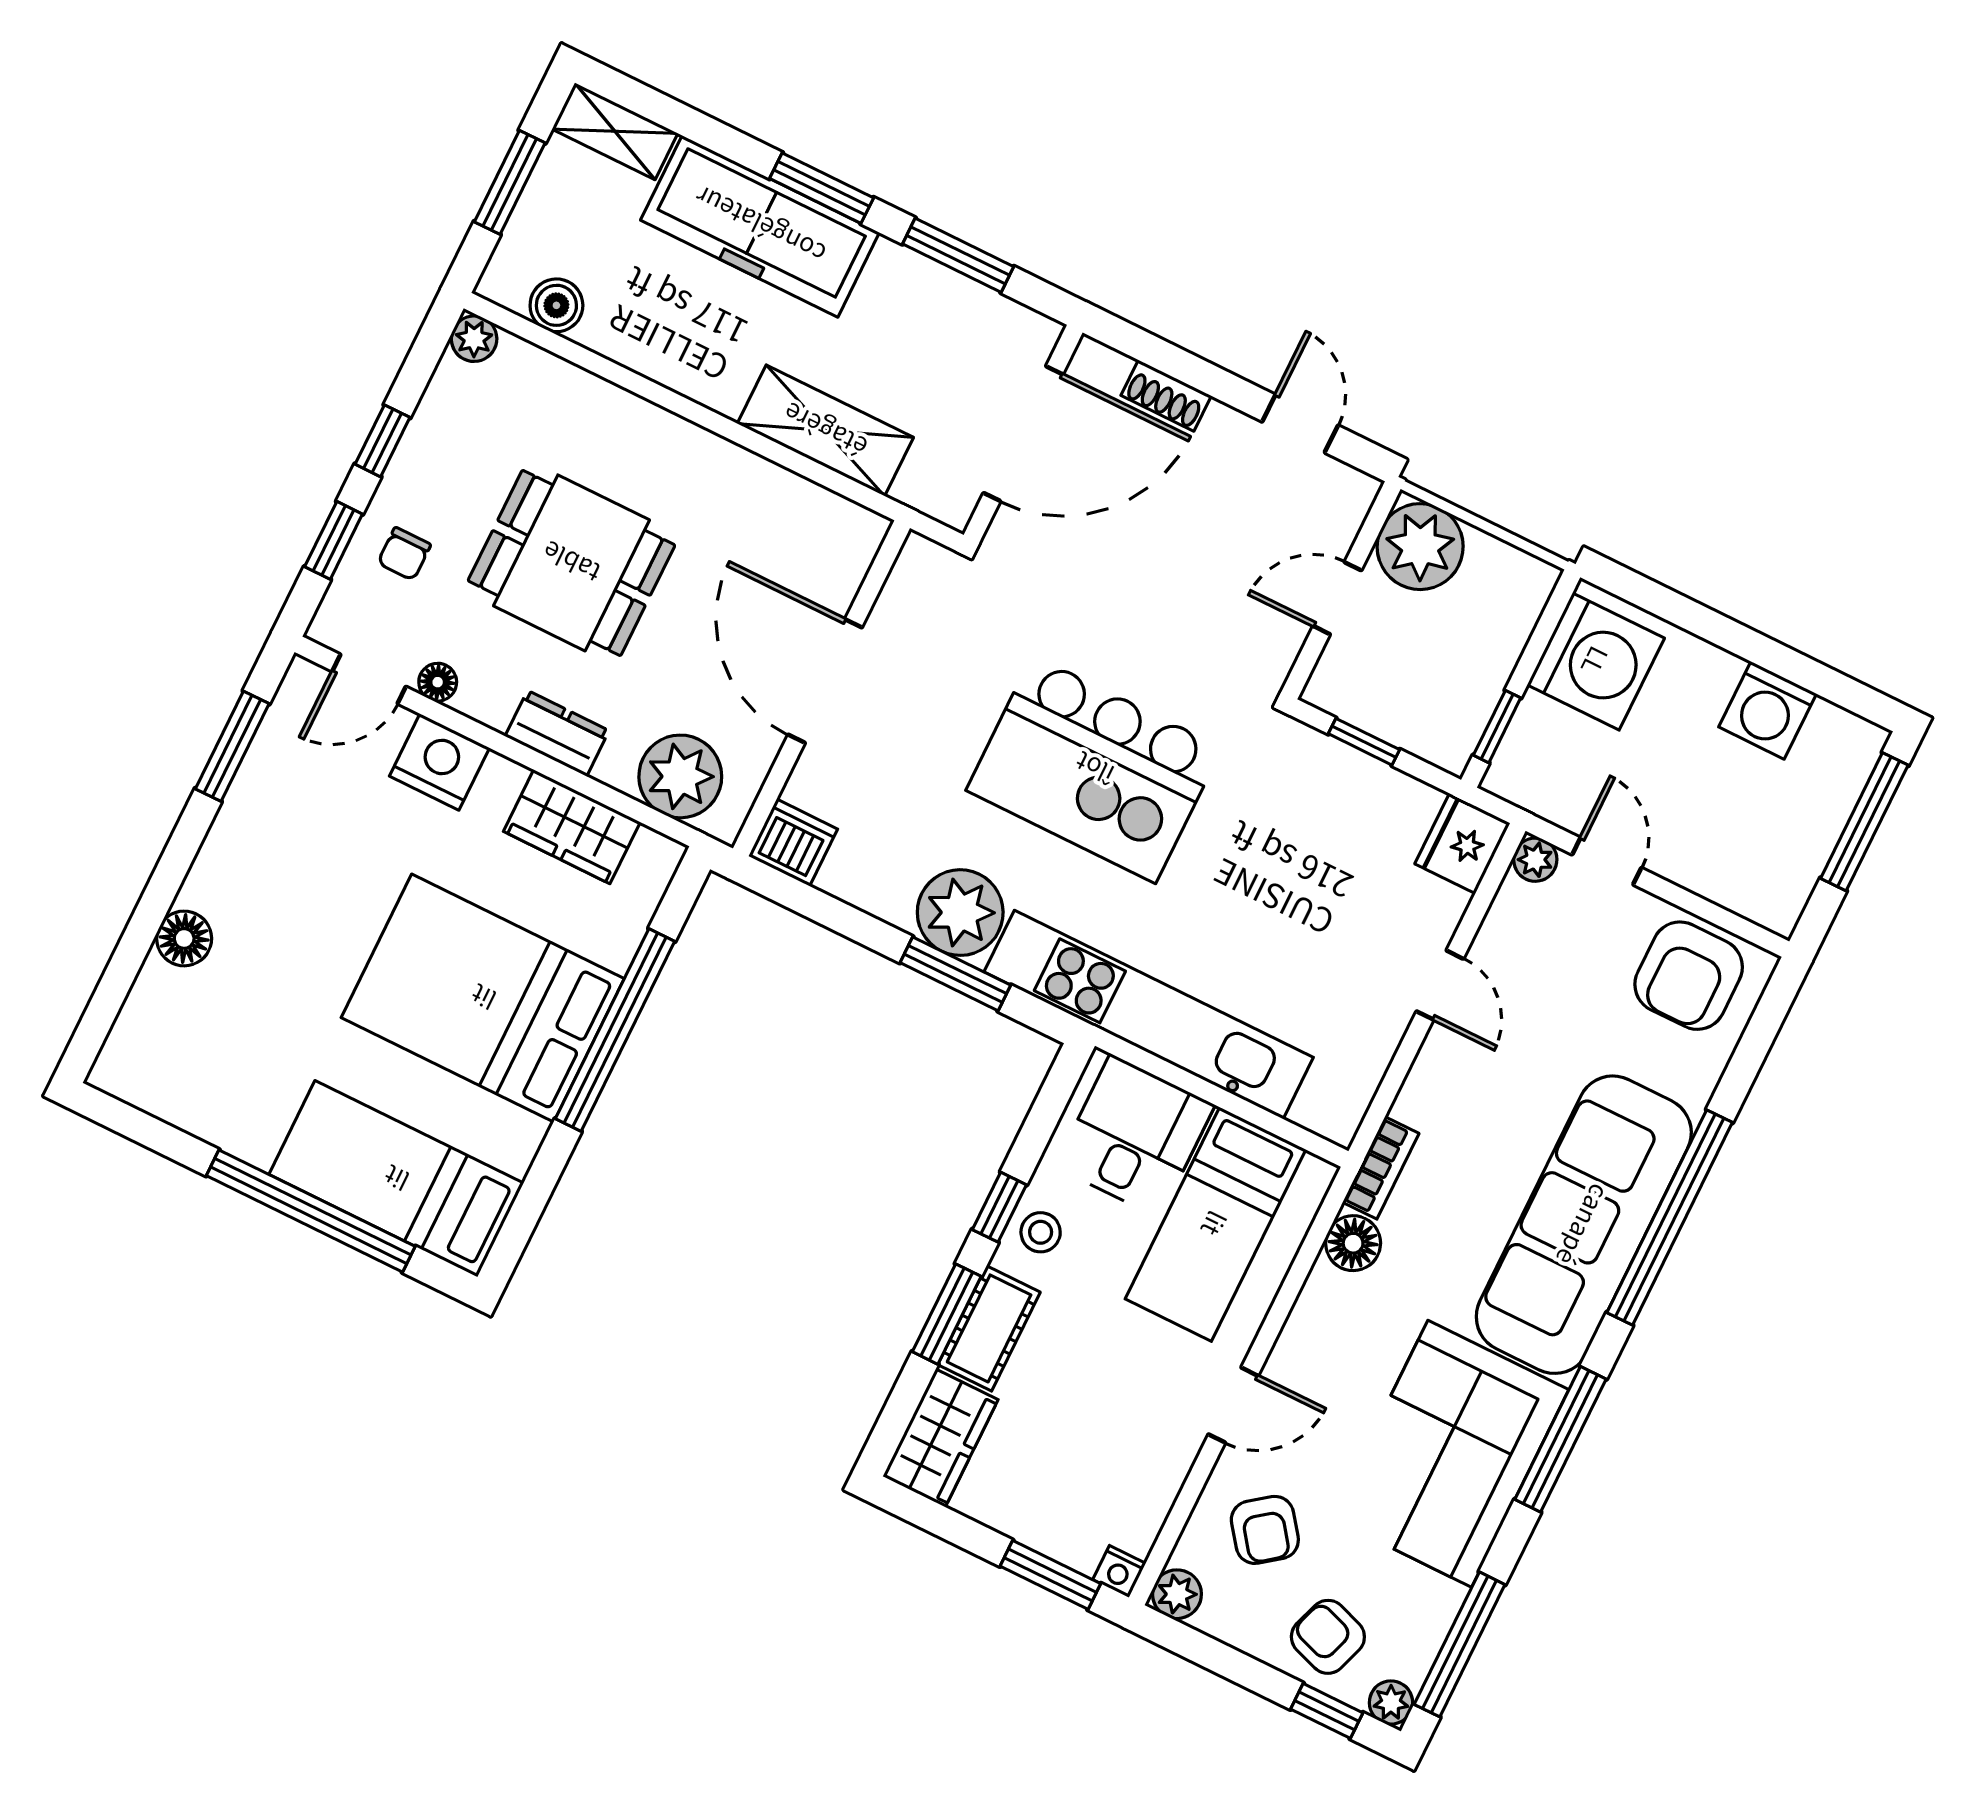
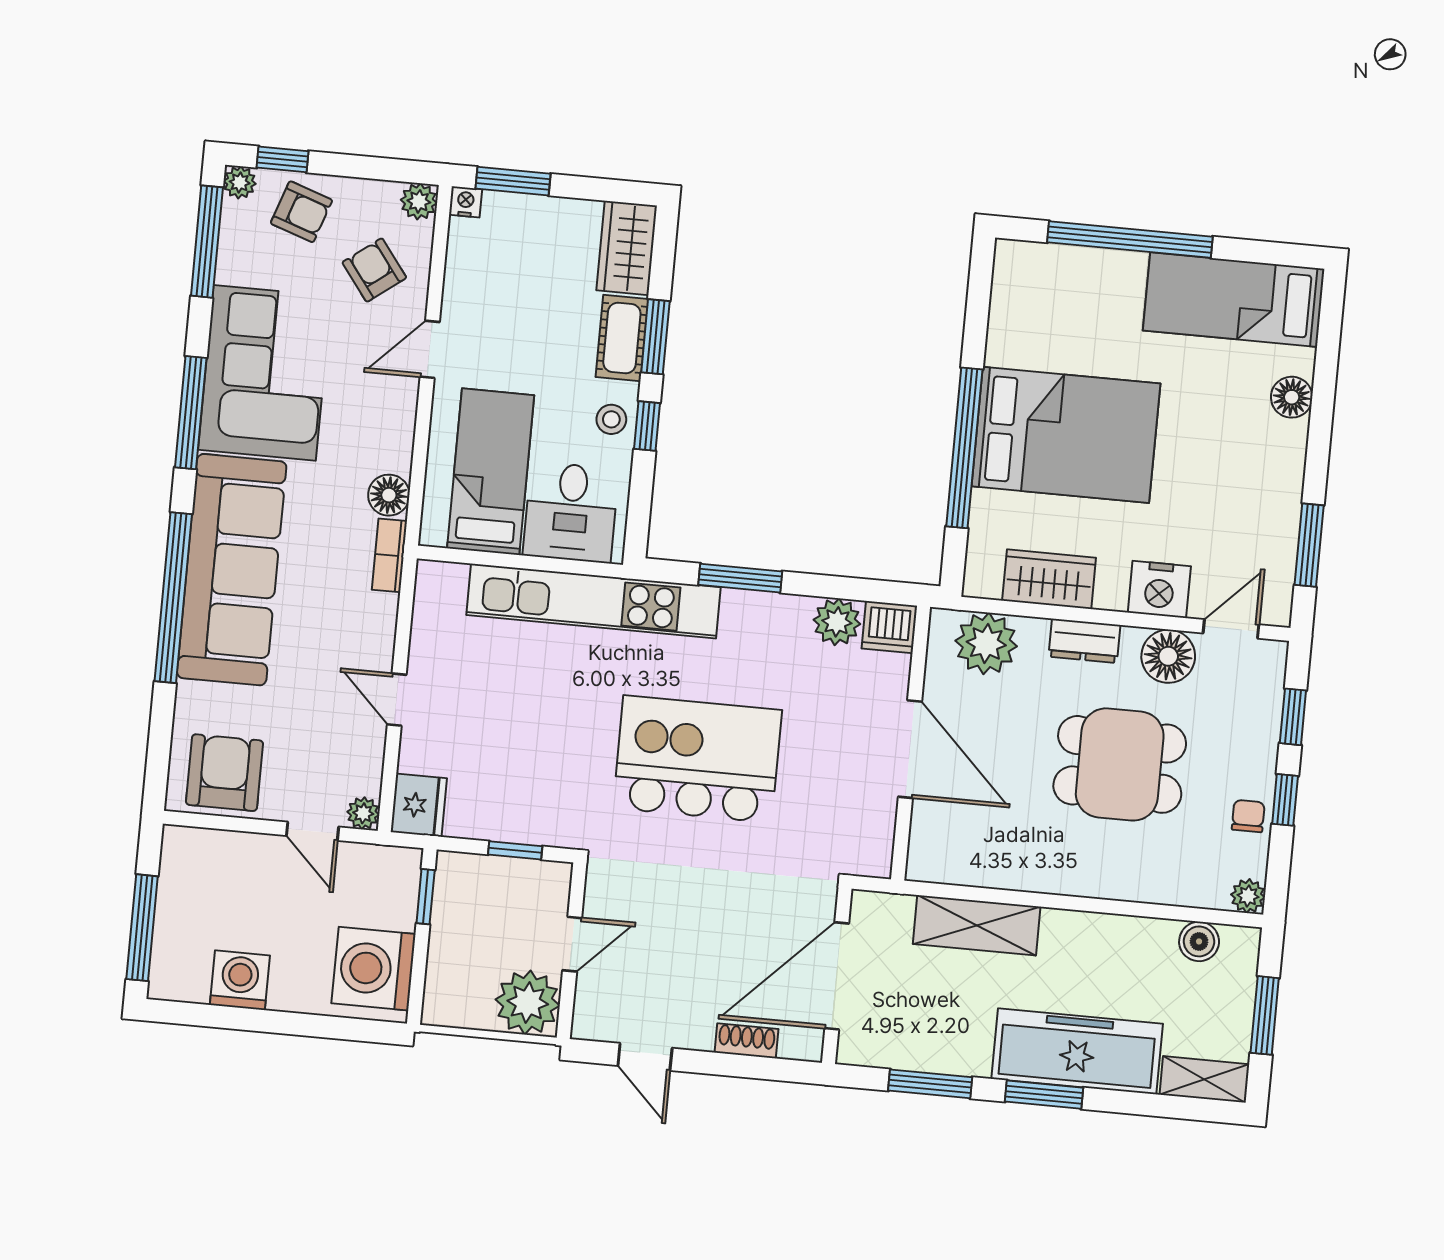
chair: (404, 554) -> (1248, 816), moved
floor lamp: (438, 682) -> (1168, 656), width x1.89, depth x1.89
plant: (960, 913) -> (837, 622), moved, width x0.73, depth x0.73
bed: (396, 1179) -> (1234, 300), moved, turned 180

